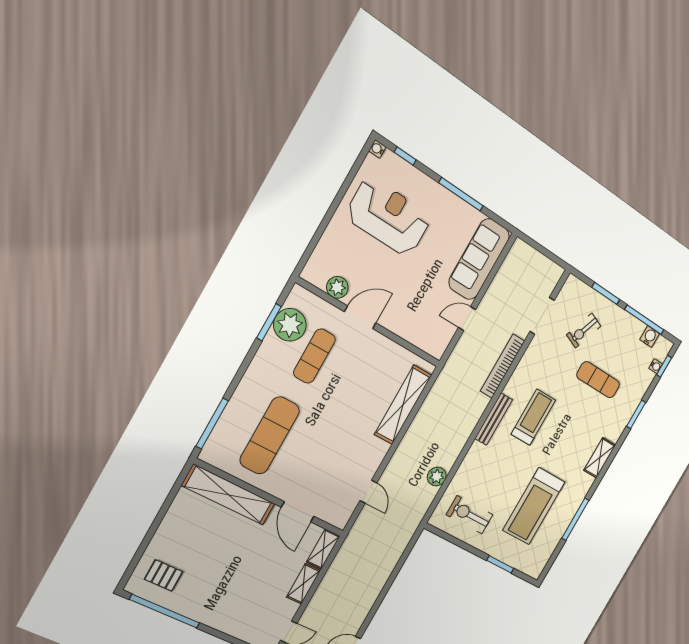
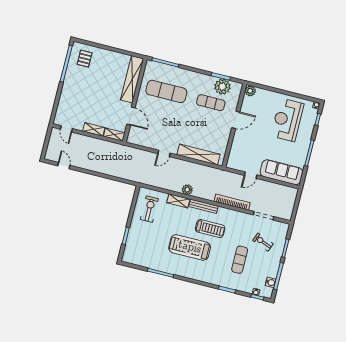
reception desk: (389, 217) -> (287, 120), turned 180
plant: (337, 287) -> (250, 91), moved
door: (360, 317) -> (236, 120), hinge flipped
door: (467, 319) -> (251, 175), swing flipped
shelving: (600, 458) -> (178, 201), moved
plant: (437, 476) -> (187, 190), moved
door: (368, 492) -> (164, 153), moved
treadmill: (534, 506) -> (190, 247), moved
door: (298, 512) -> (131, 116), swing flipped

